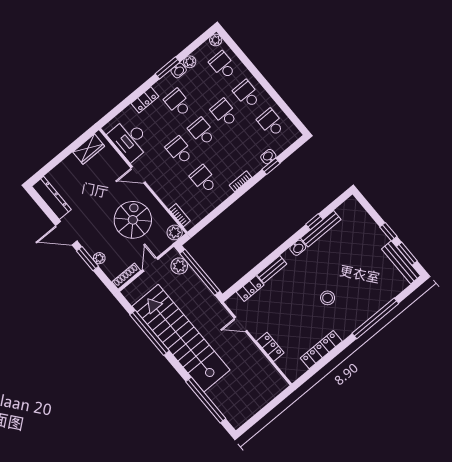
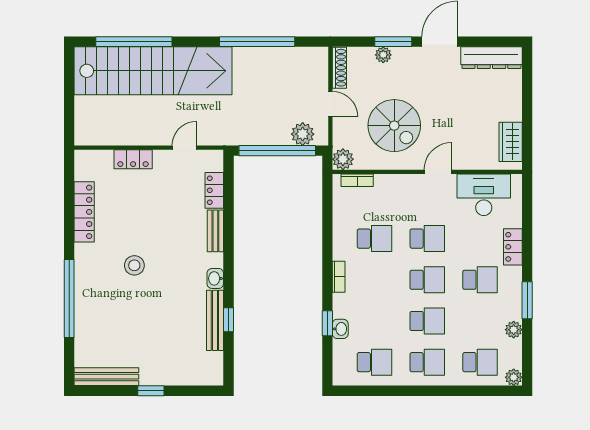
washbasin: (179, 71) -> (514, 310), removed
window: (407, 254) -> (110, 391), removed
stairs: (181, 338) -> (153, 71), moved

